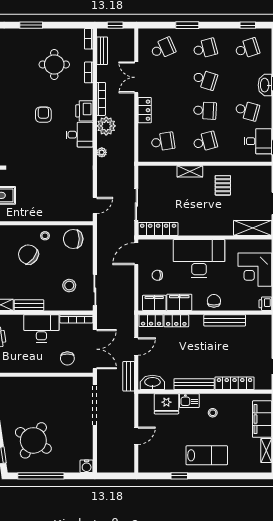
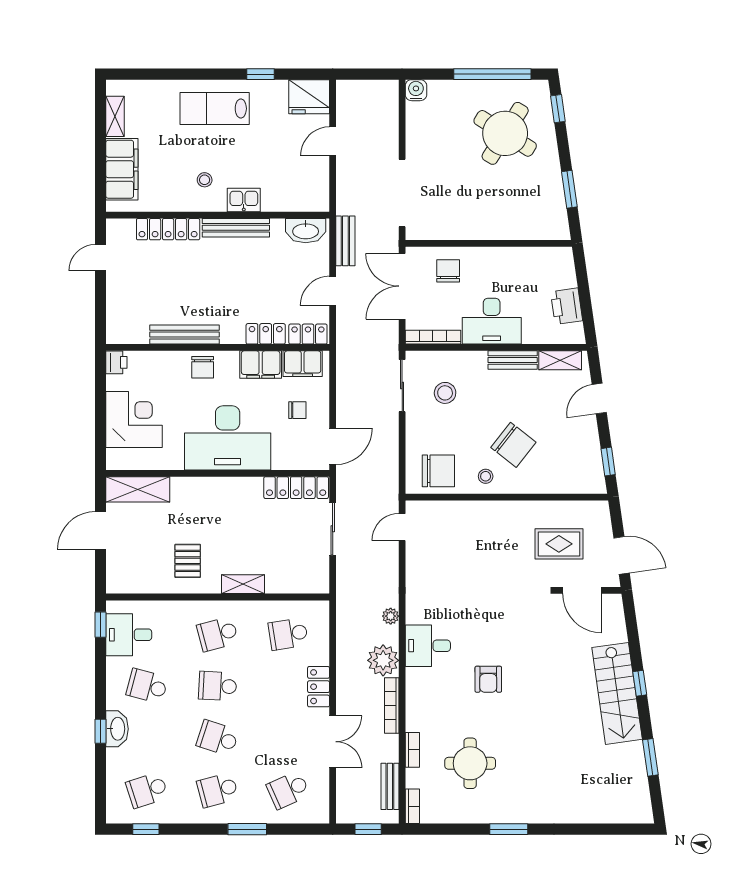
printer: (84, 111) -> (420, 686), removed
fridge: (166, 404) -> (309, 97), moved, turned 180

